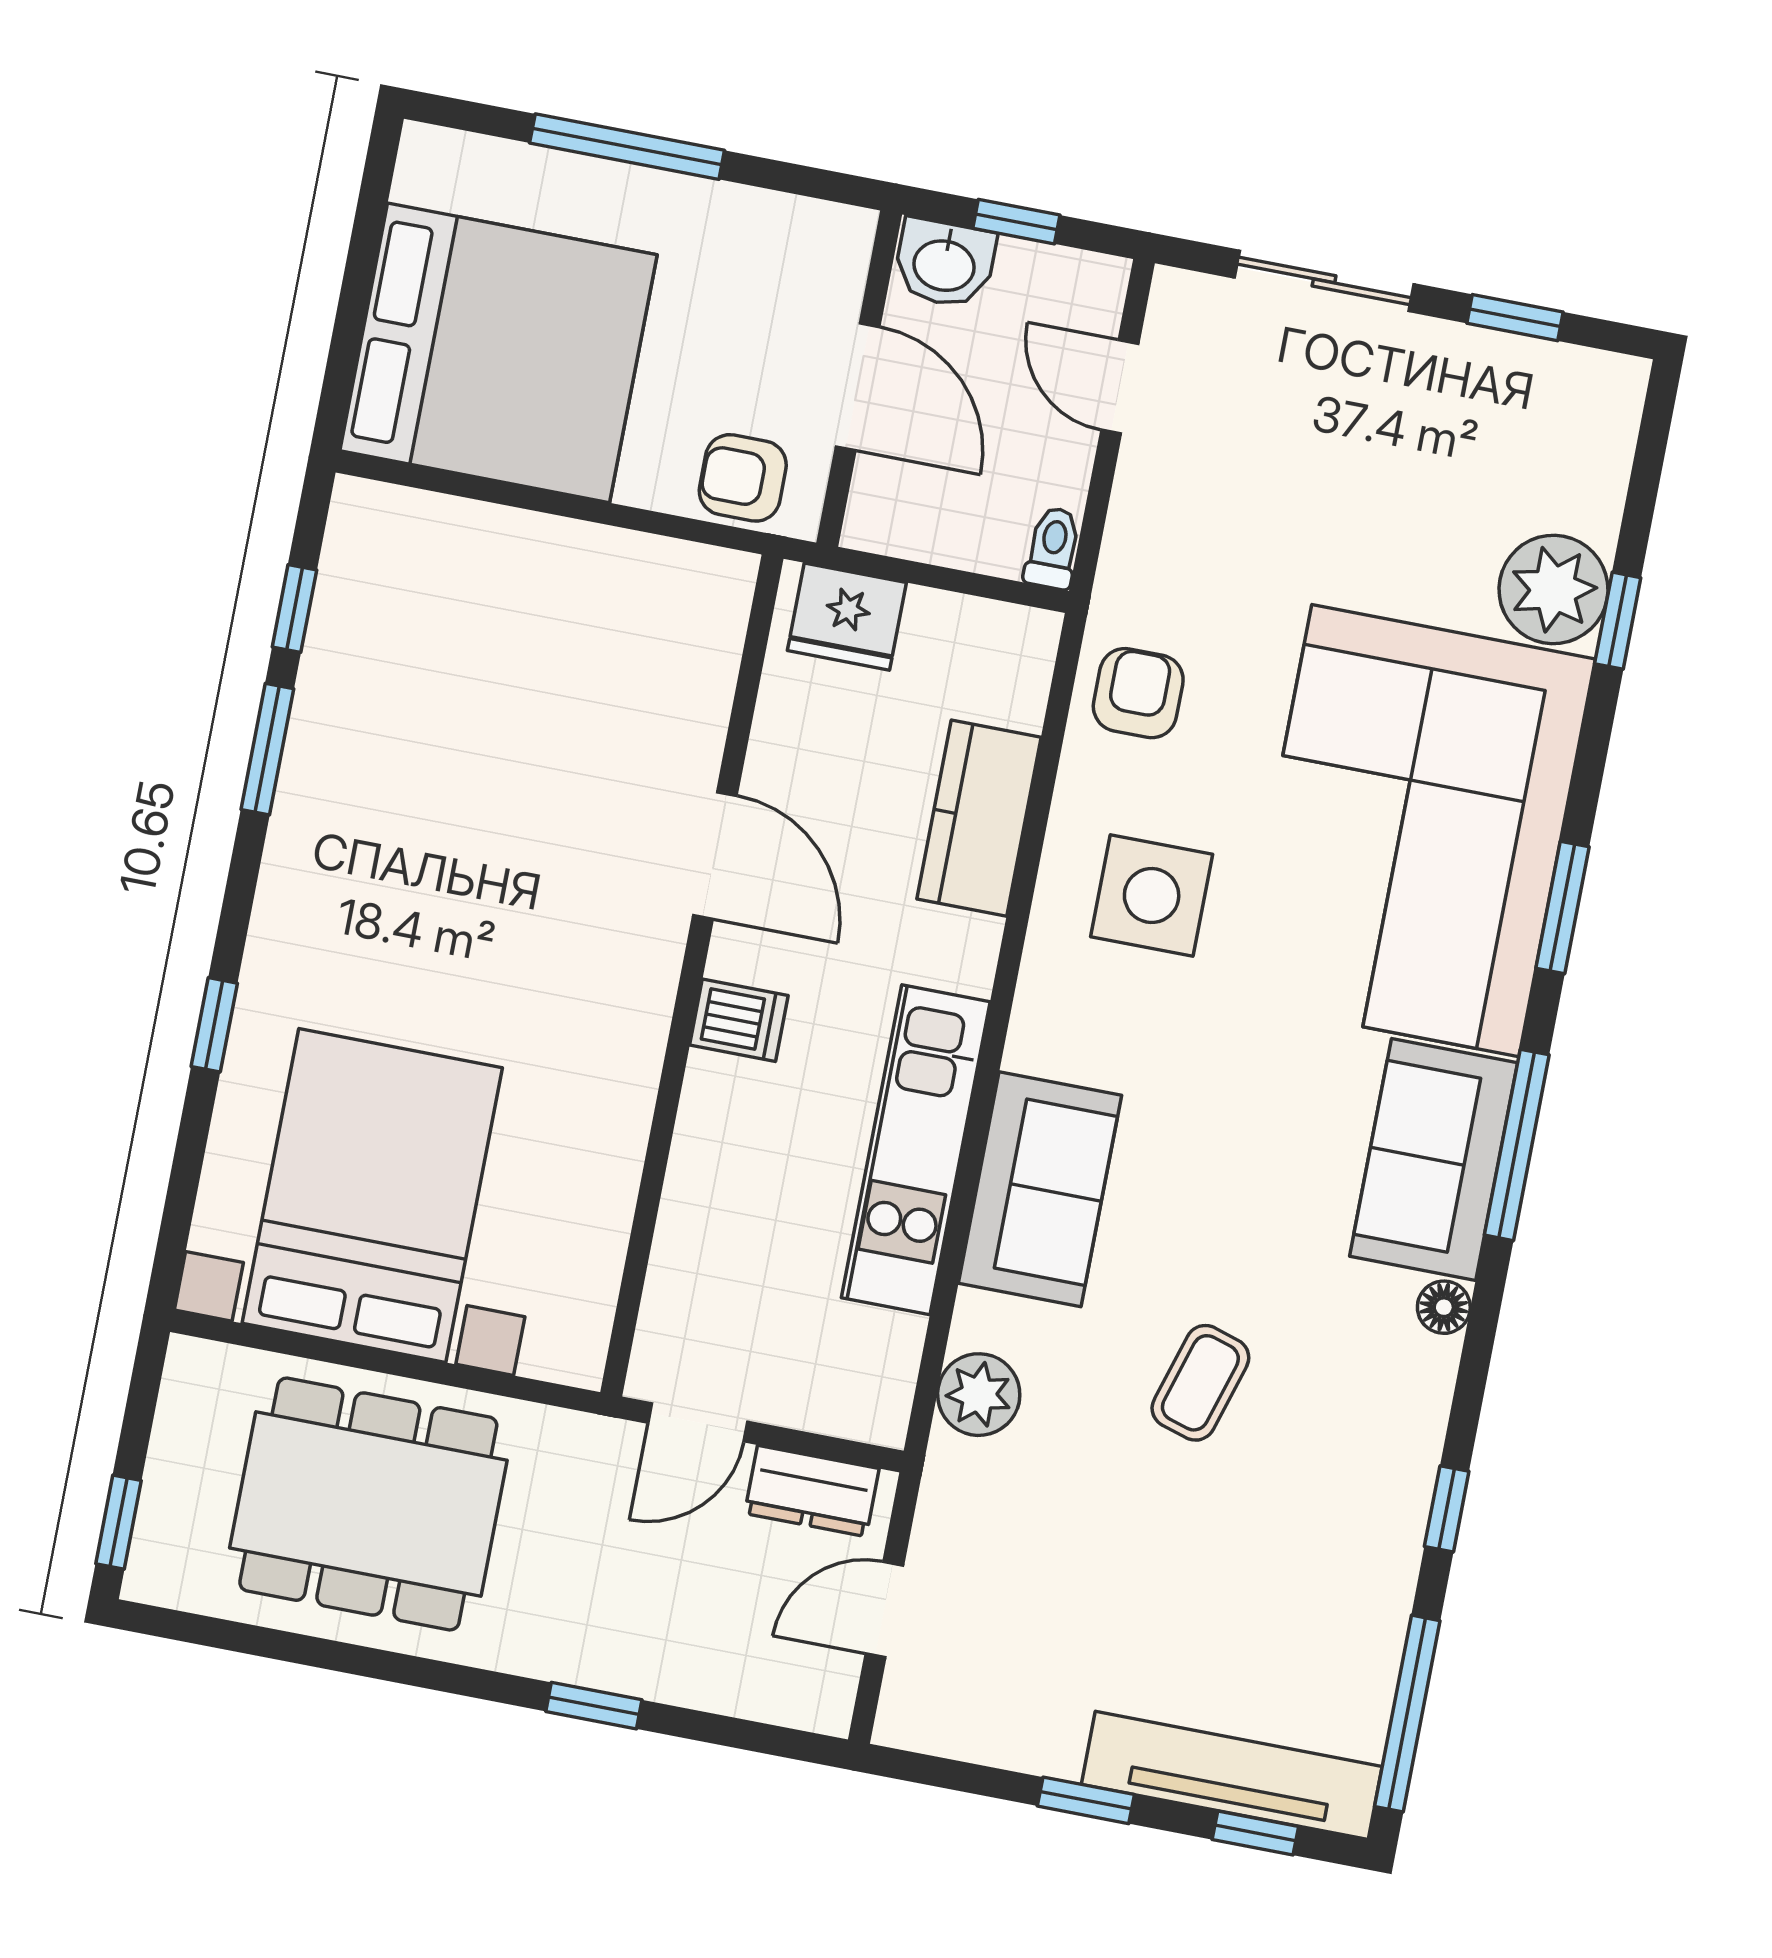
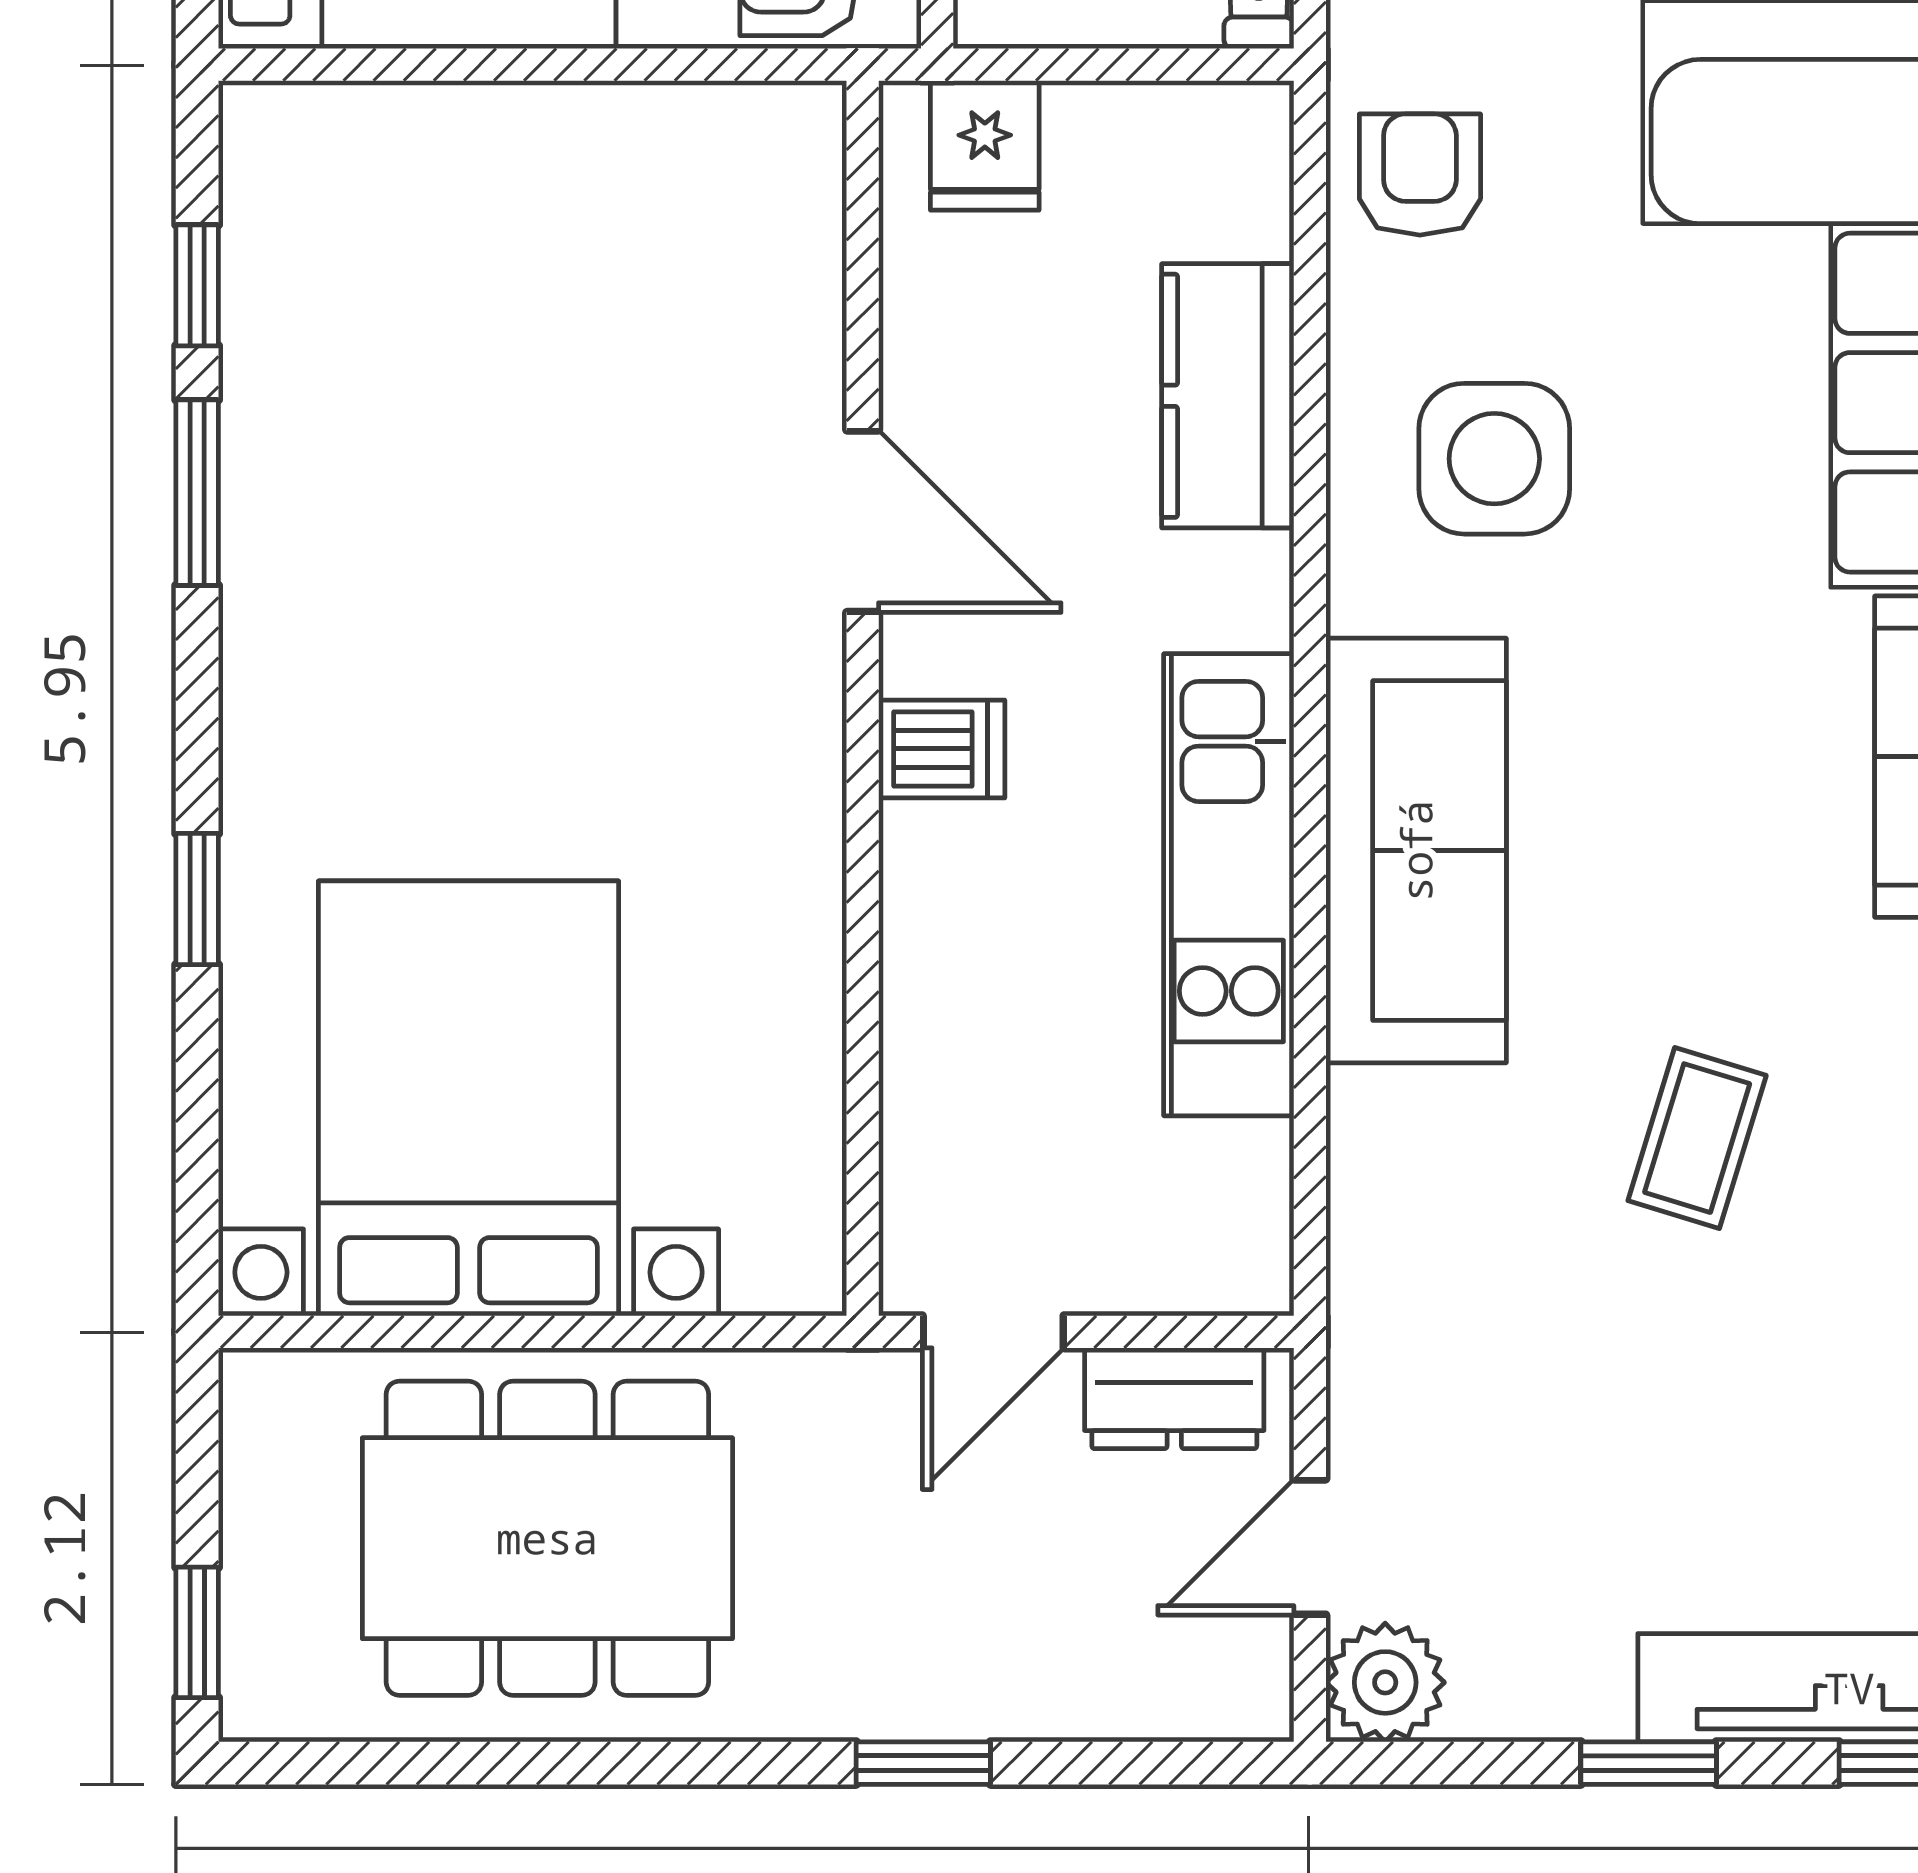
fridge: (847, 617) -> (985, 145), width x0.72
sofa: (1040, 1189) -> (1416, 851), width x1.36
plant: (979, 1395) -> (1385, 1682), moved

